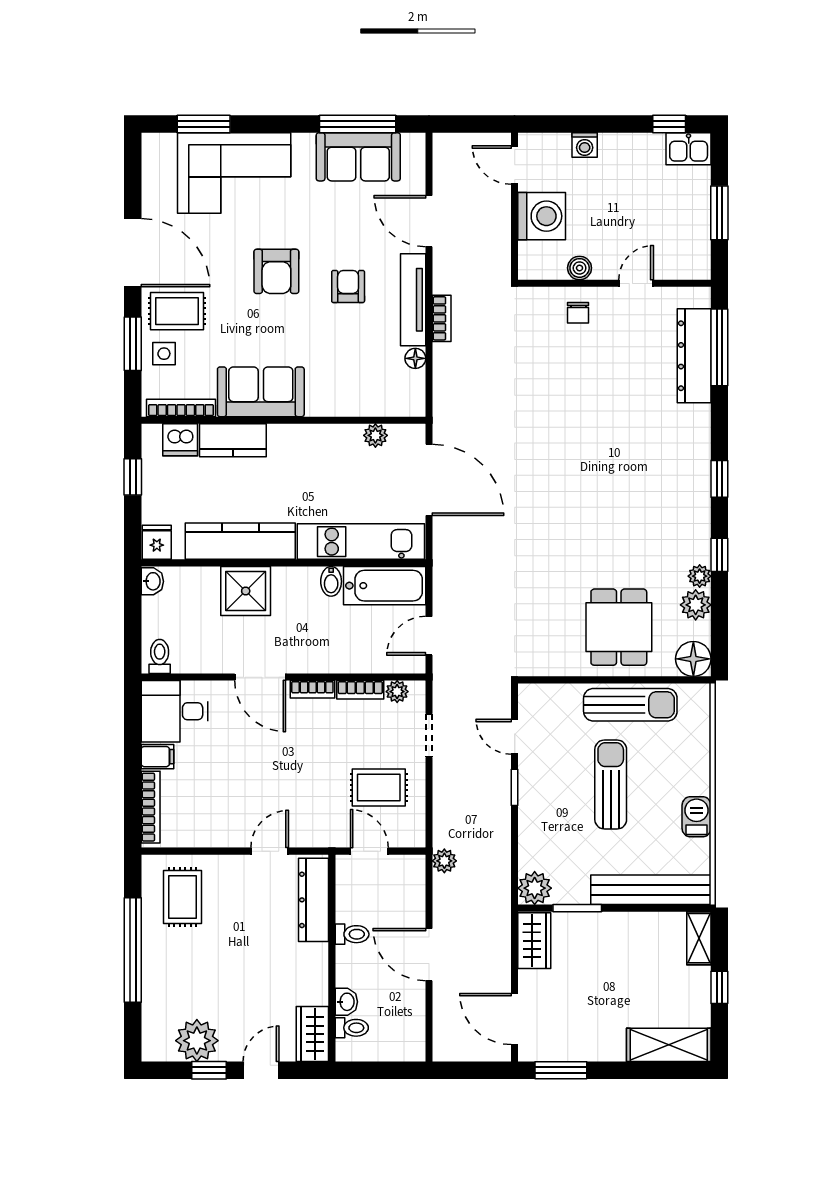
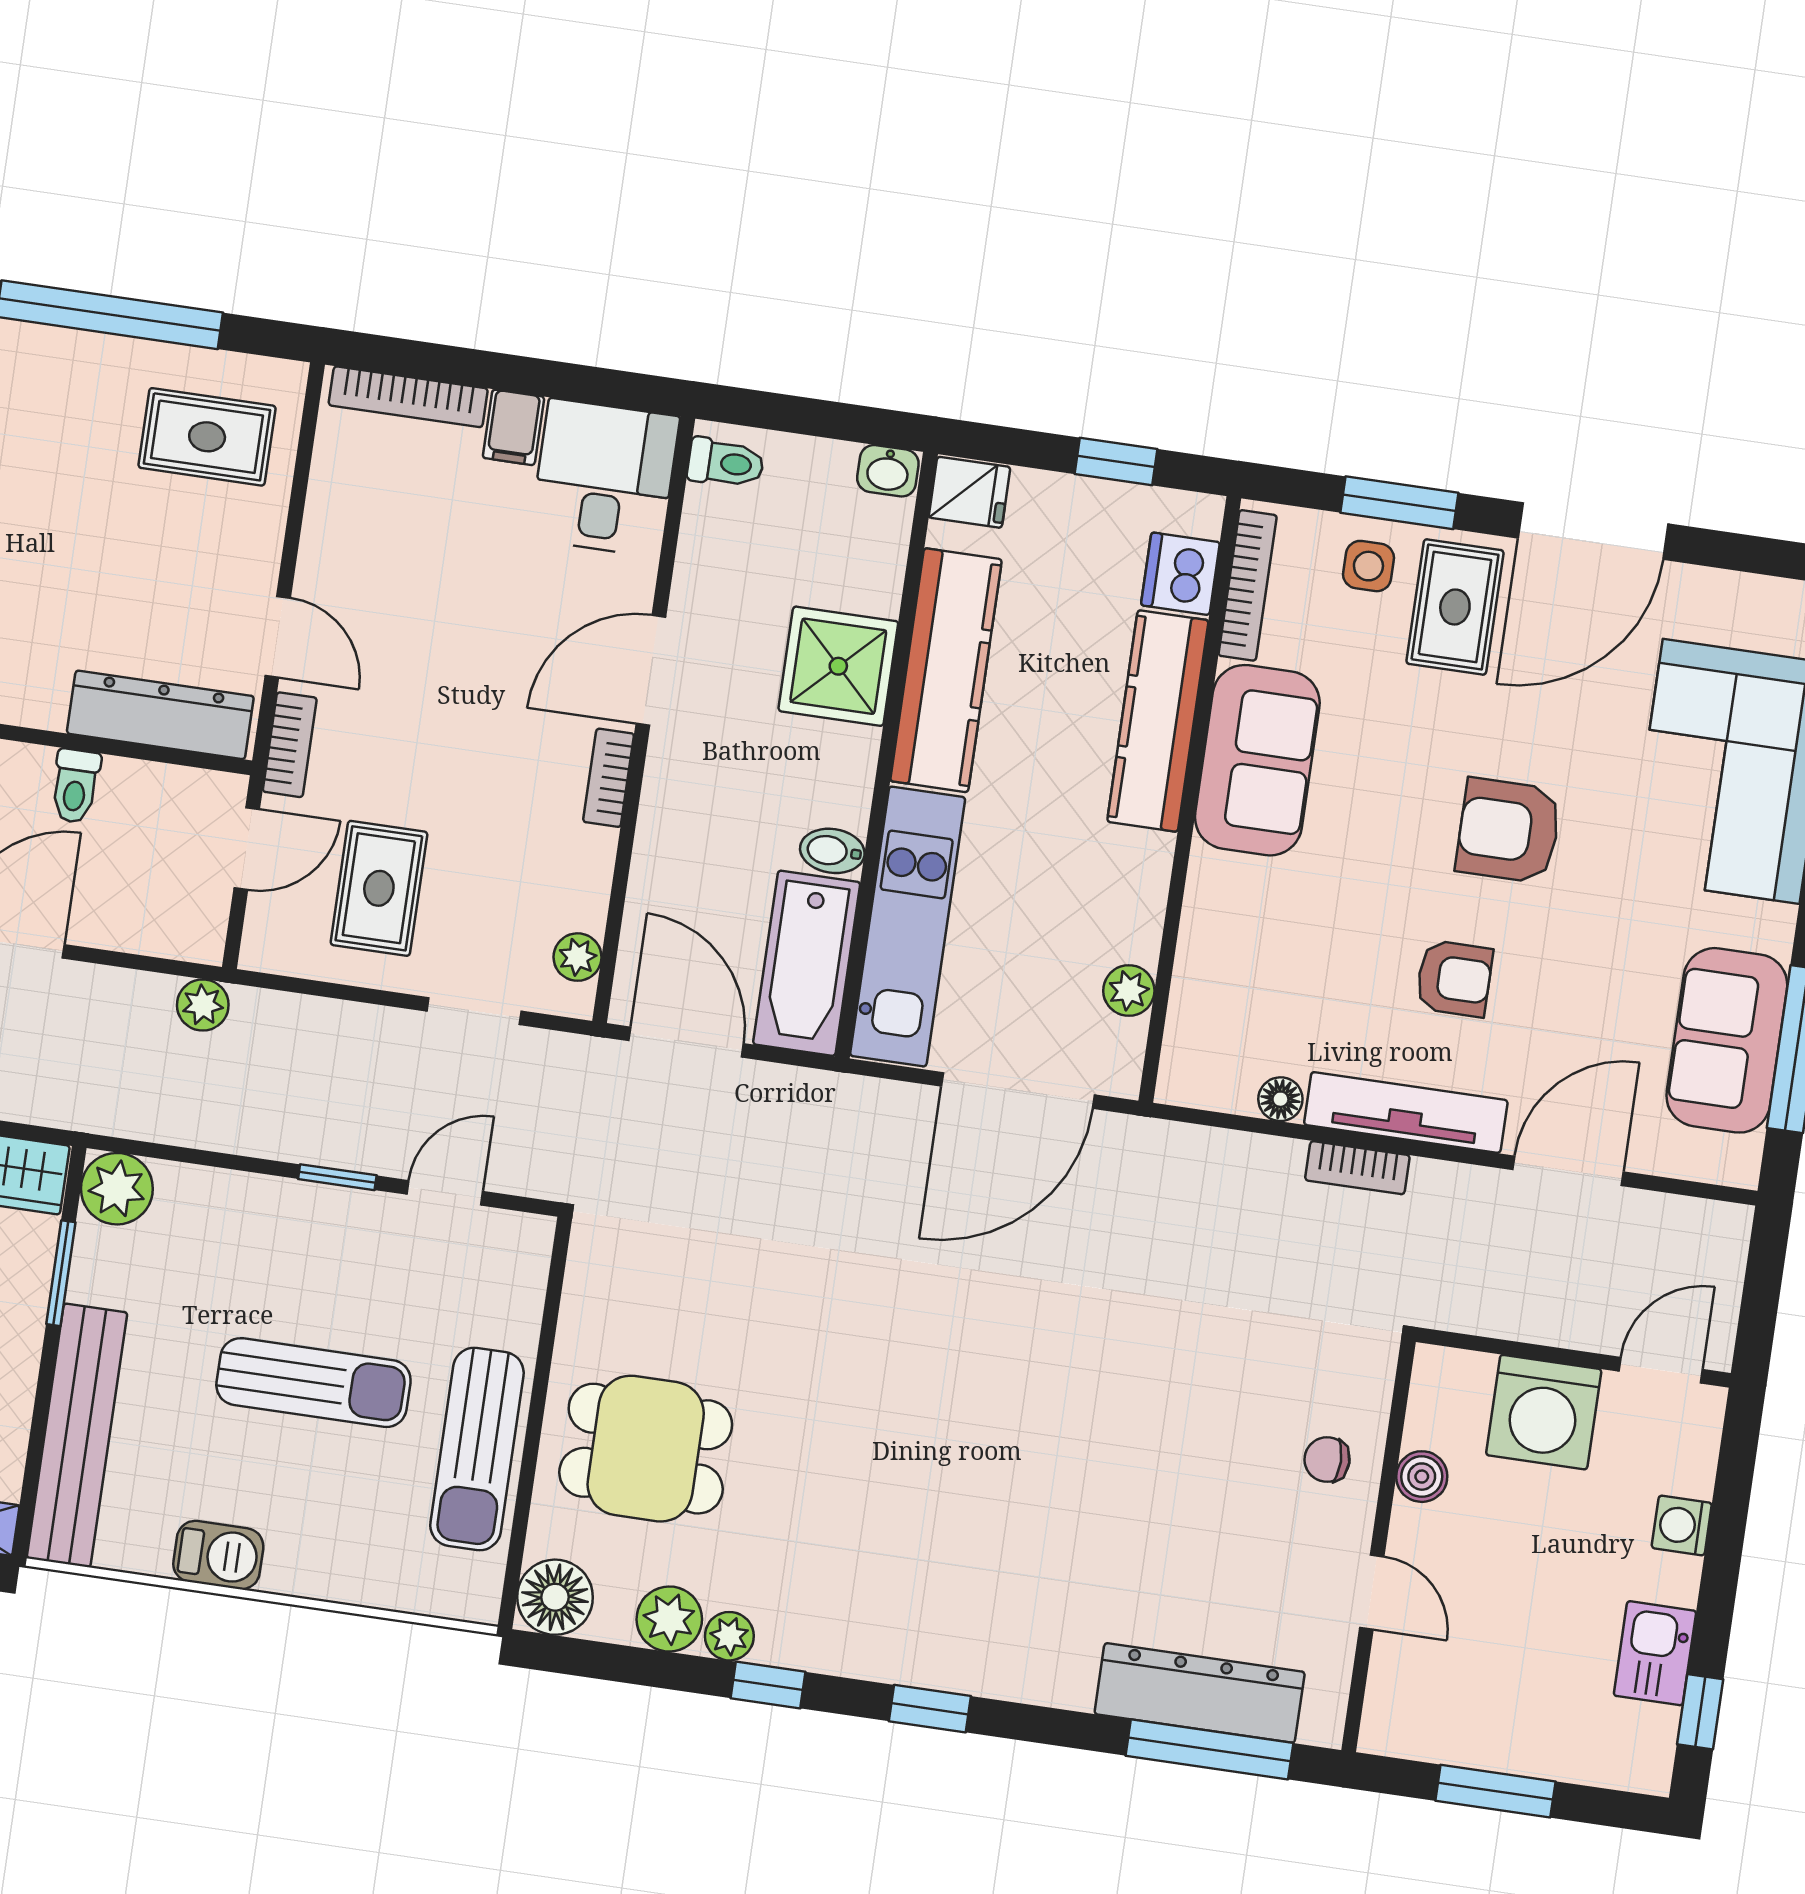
kitchen sink: (689, 149) -> (1655, 1653), moved
kitchen counter: (233, 440) -> (1158, 721), width x1.50
door: (429, 636) -> (686, 1042), width x1.38
bookcase: (360, 690) -> (290, 745), moved, turned 180

